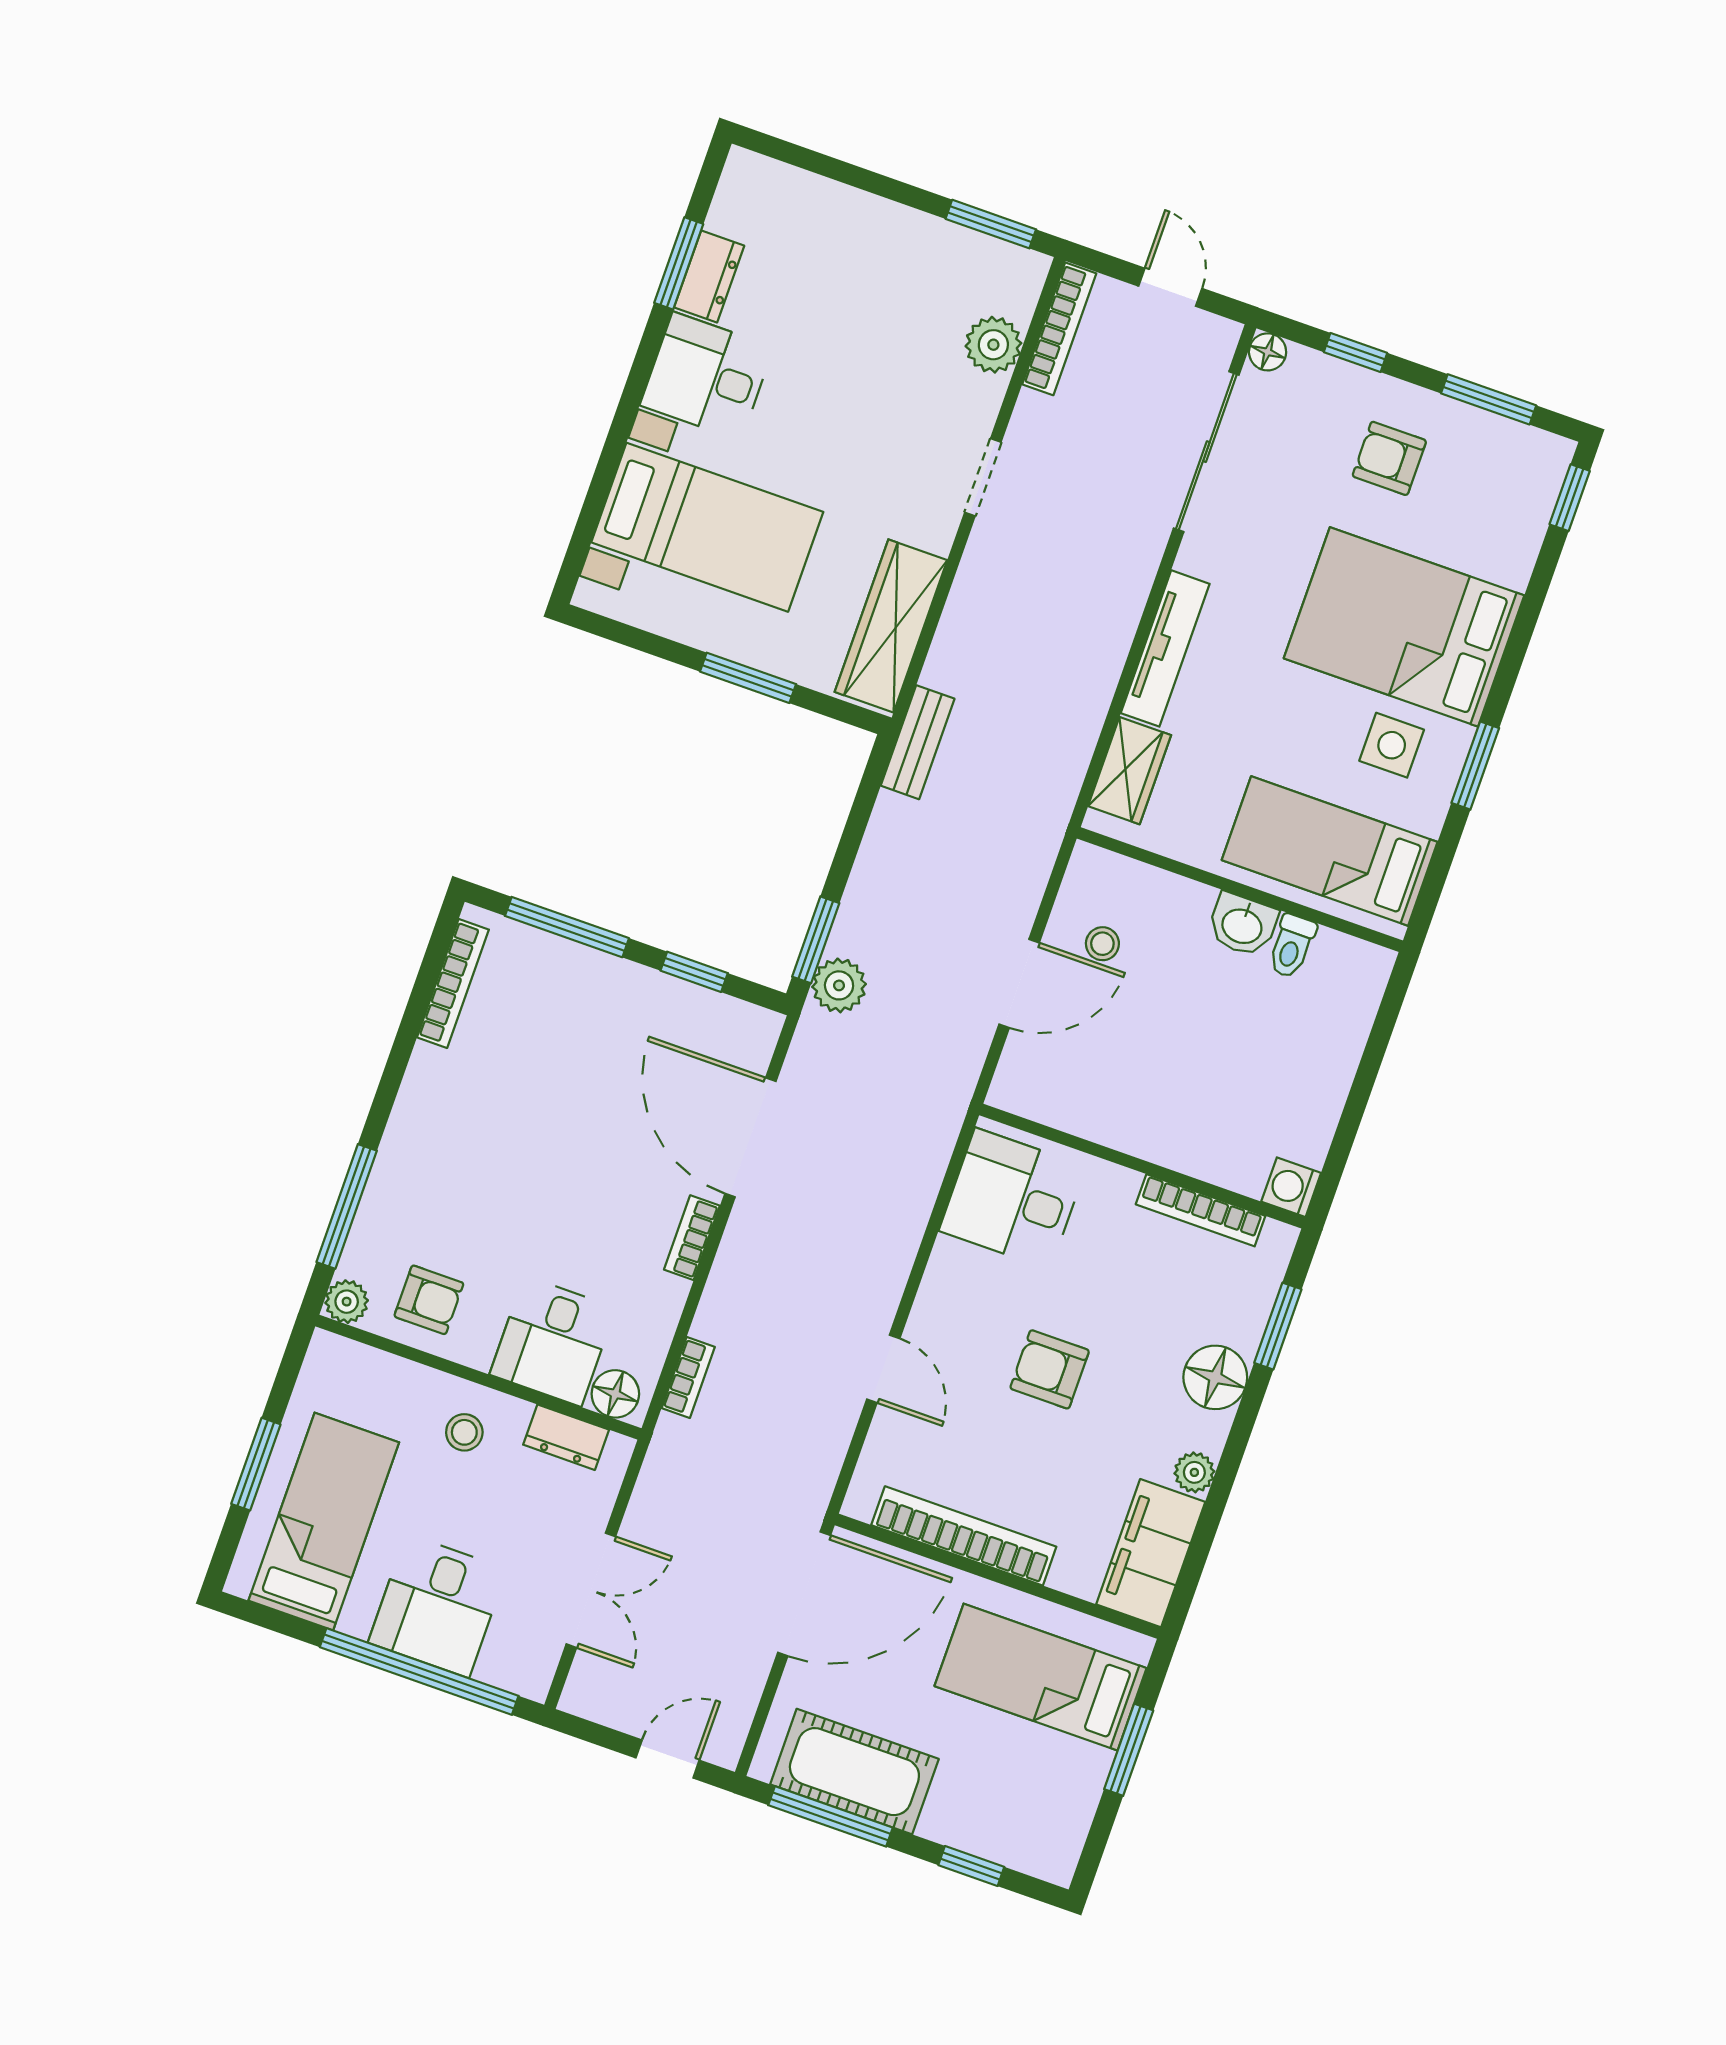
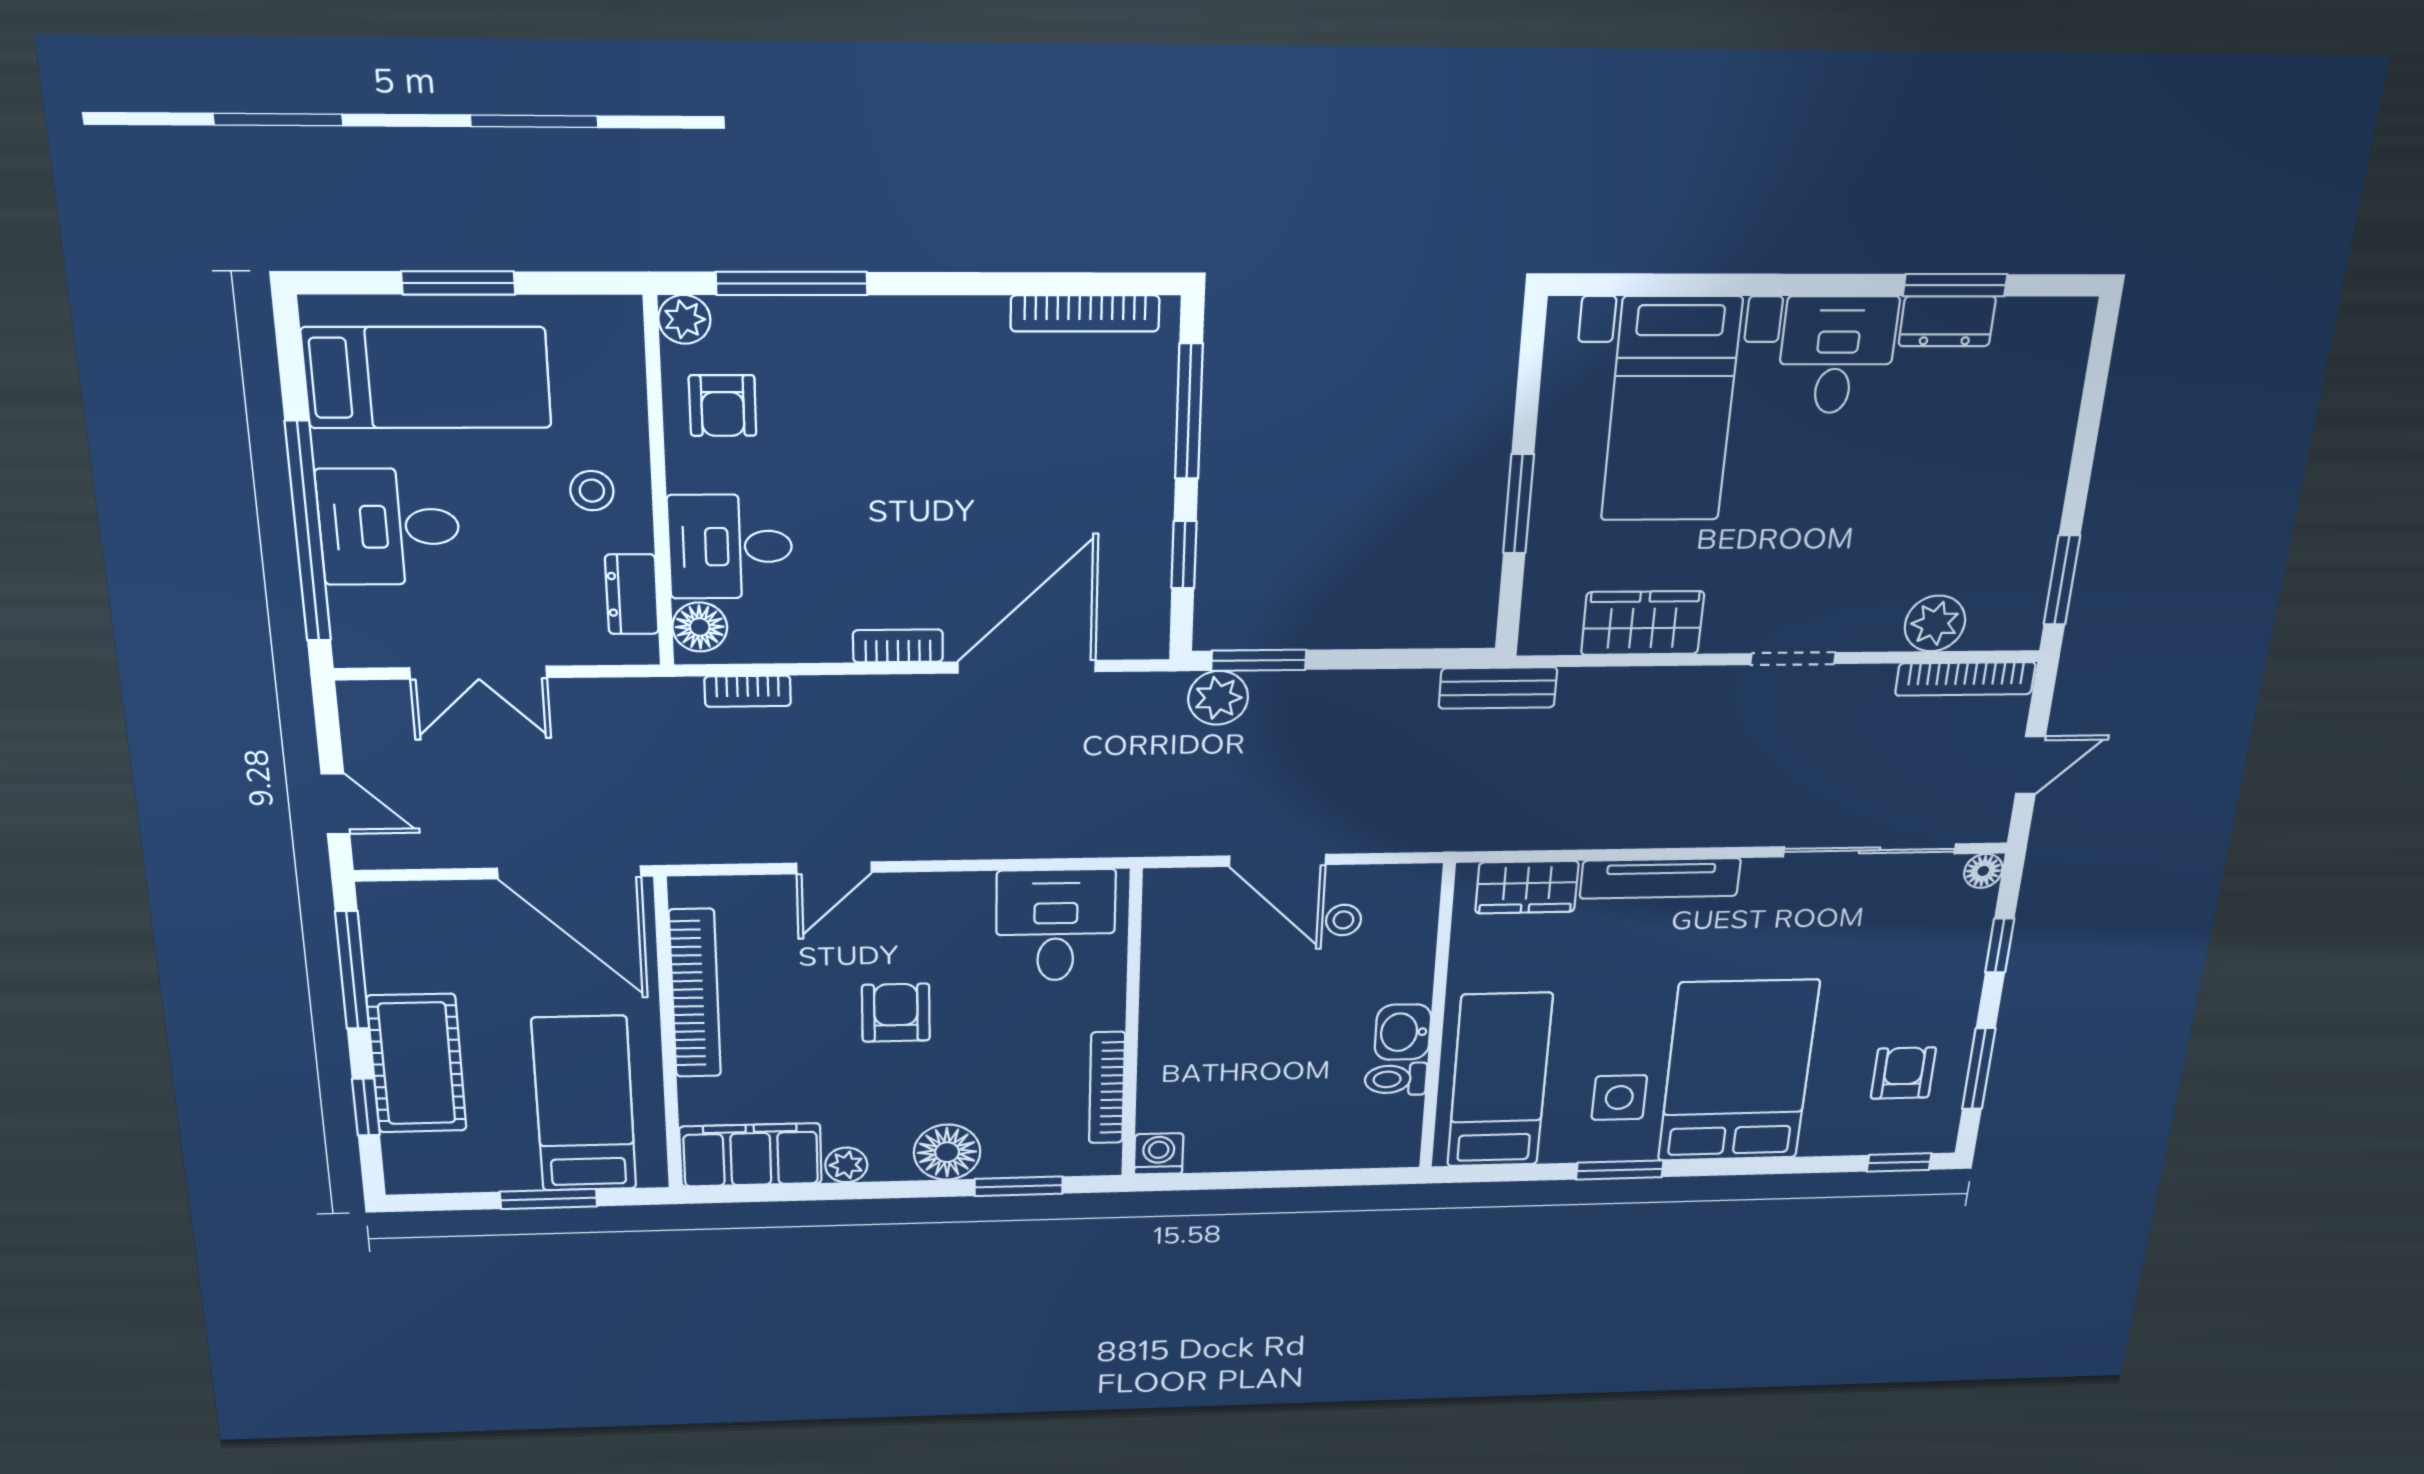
armchair: (1389, 458) -> (1903, 1073), moved
wardrobe: (891, 626) -> (1643, 623), width x0.67
cot: (854, 1772) -> (417, 1064), moved

